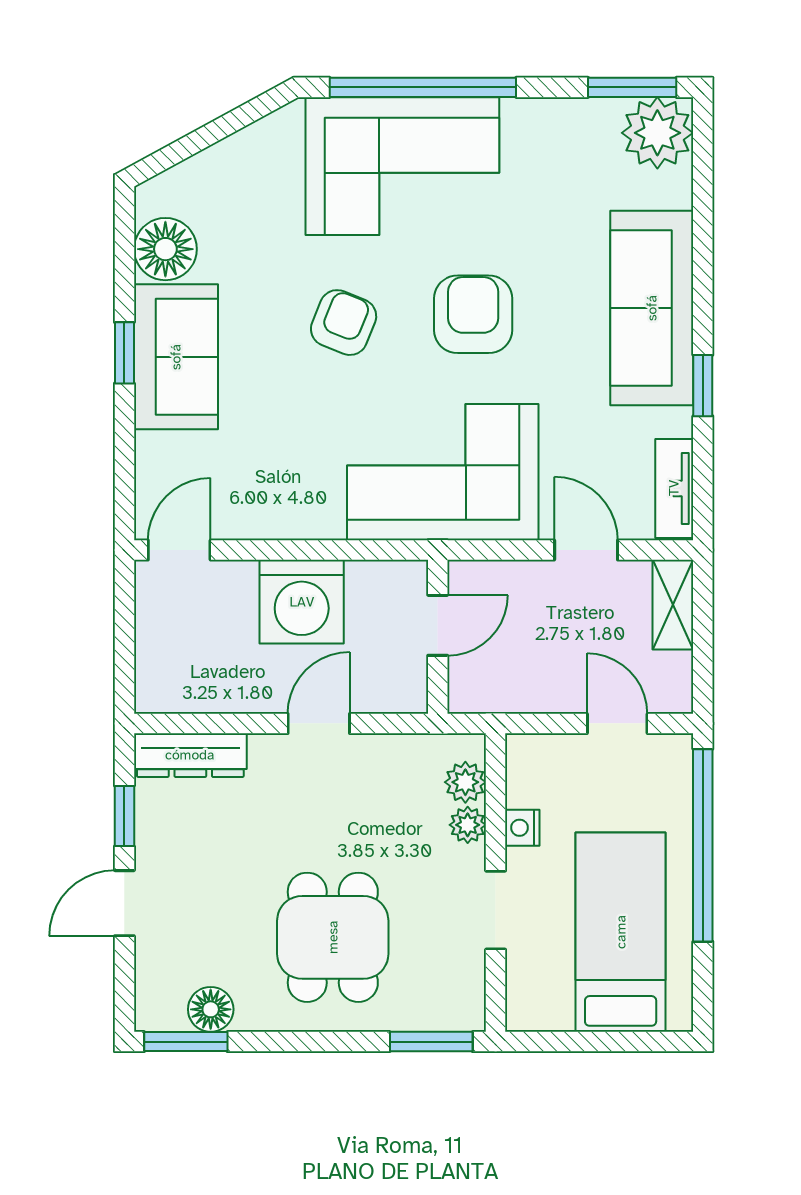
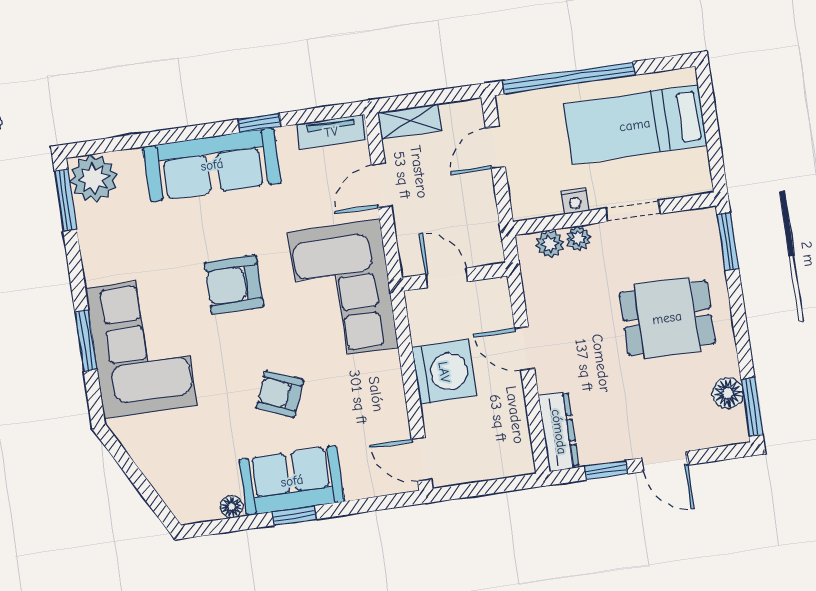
window: (423, 87) -> (86, 341), width x0.47
floor lamp: (165, 249) -> (232, 507), width x0.53, depth x0.53
armchair: (344, 323) -> (280, 394), moved

